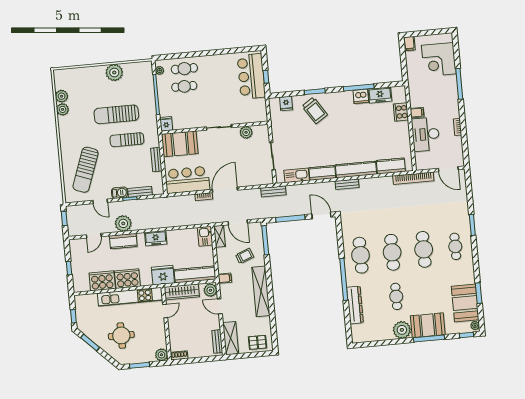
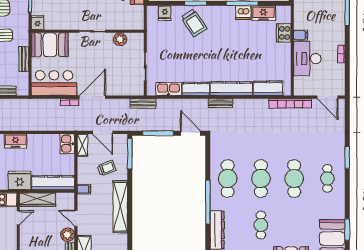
plant: (210, 290) -> (68, 235), moved

